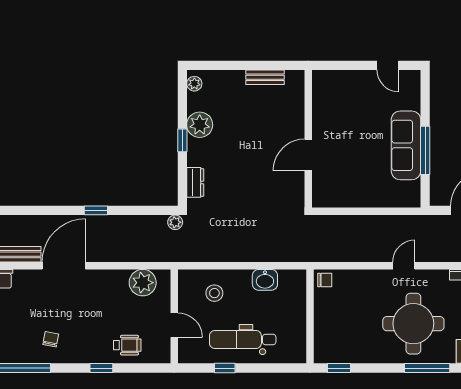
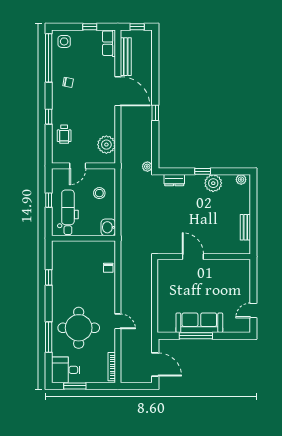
wall: (310, 316) -> (84, 238), moved

